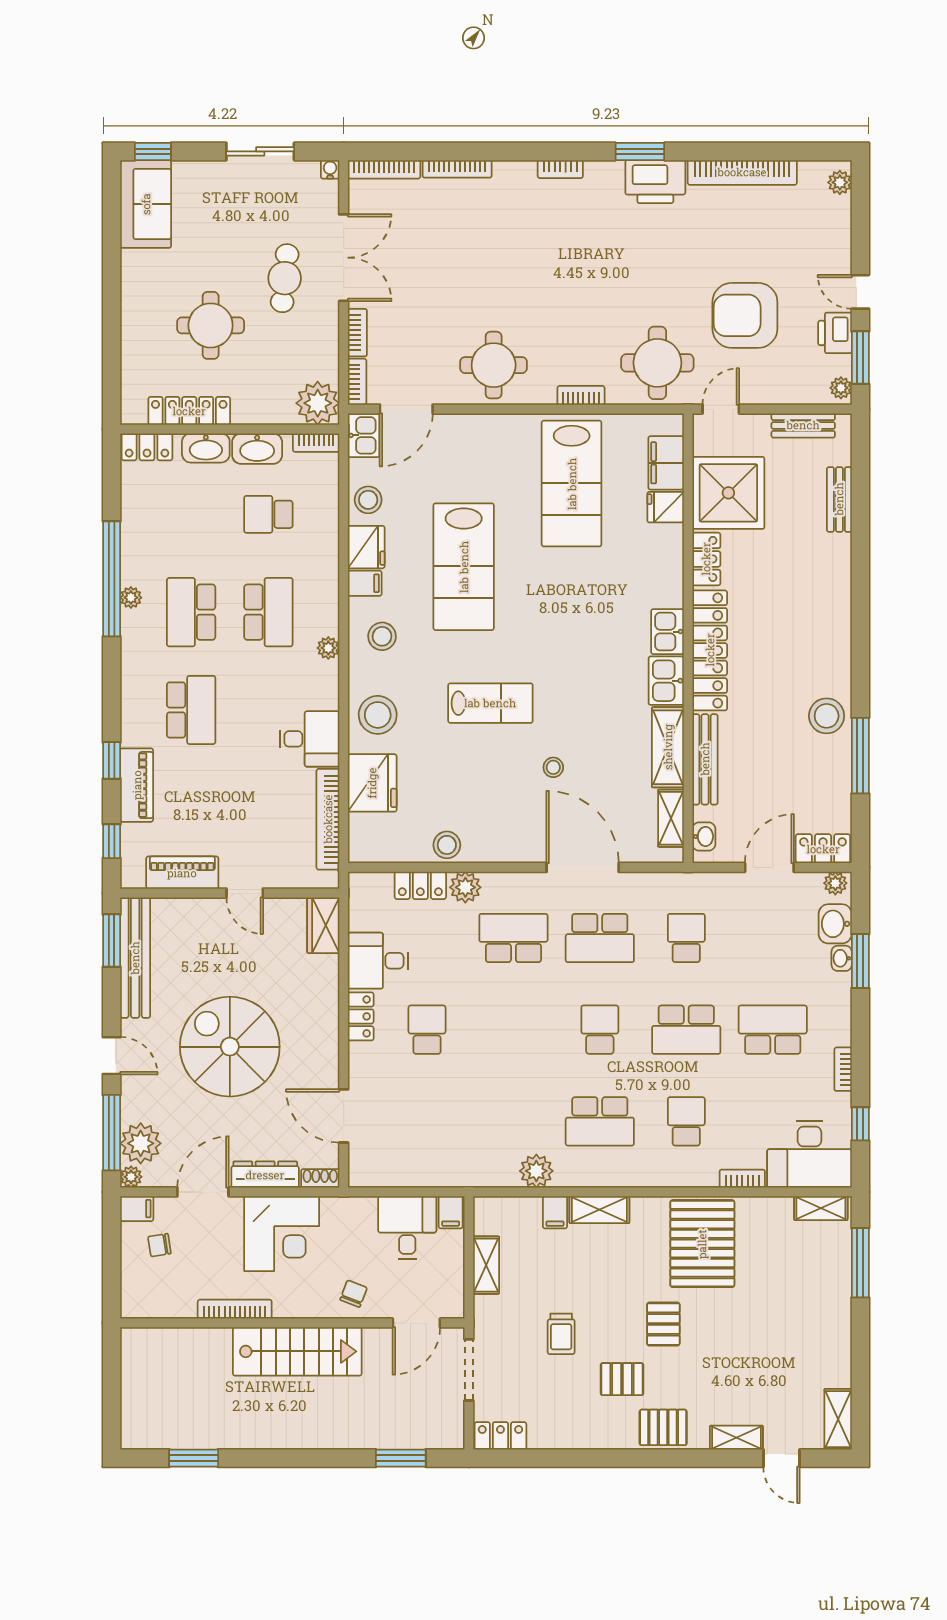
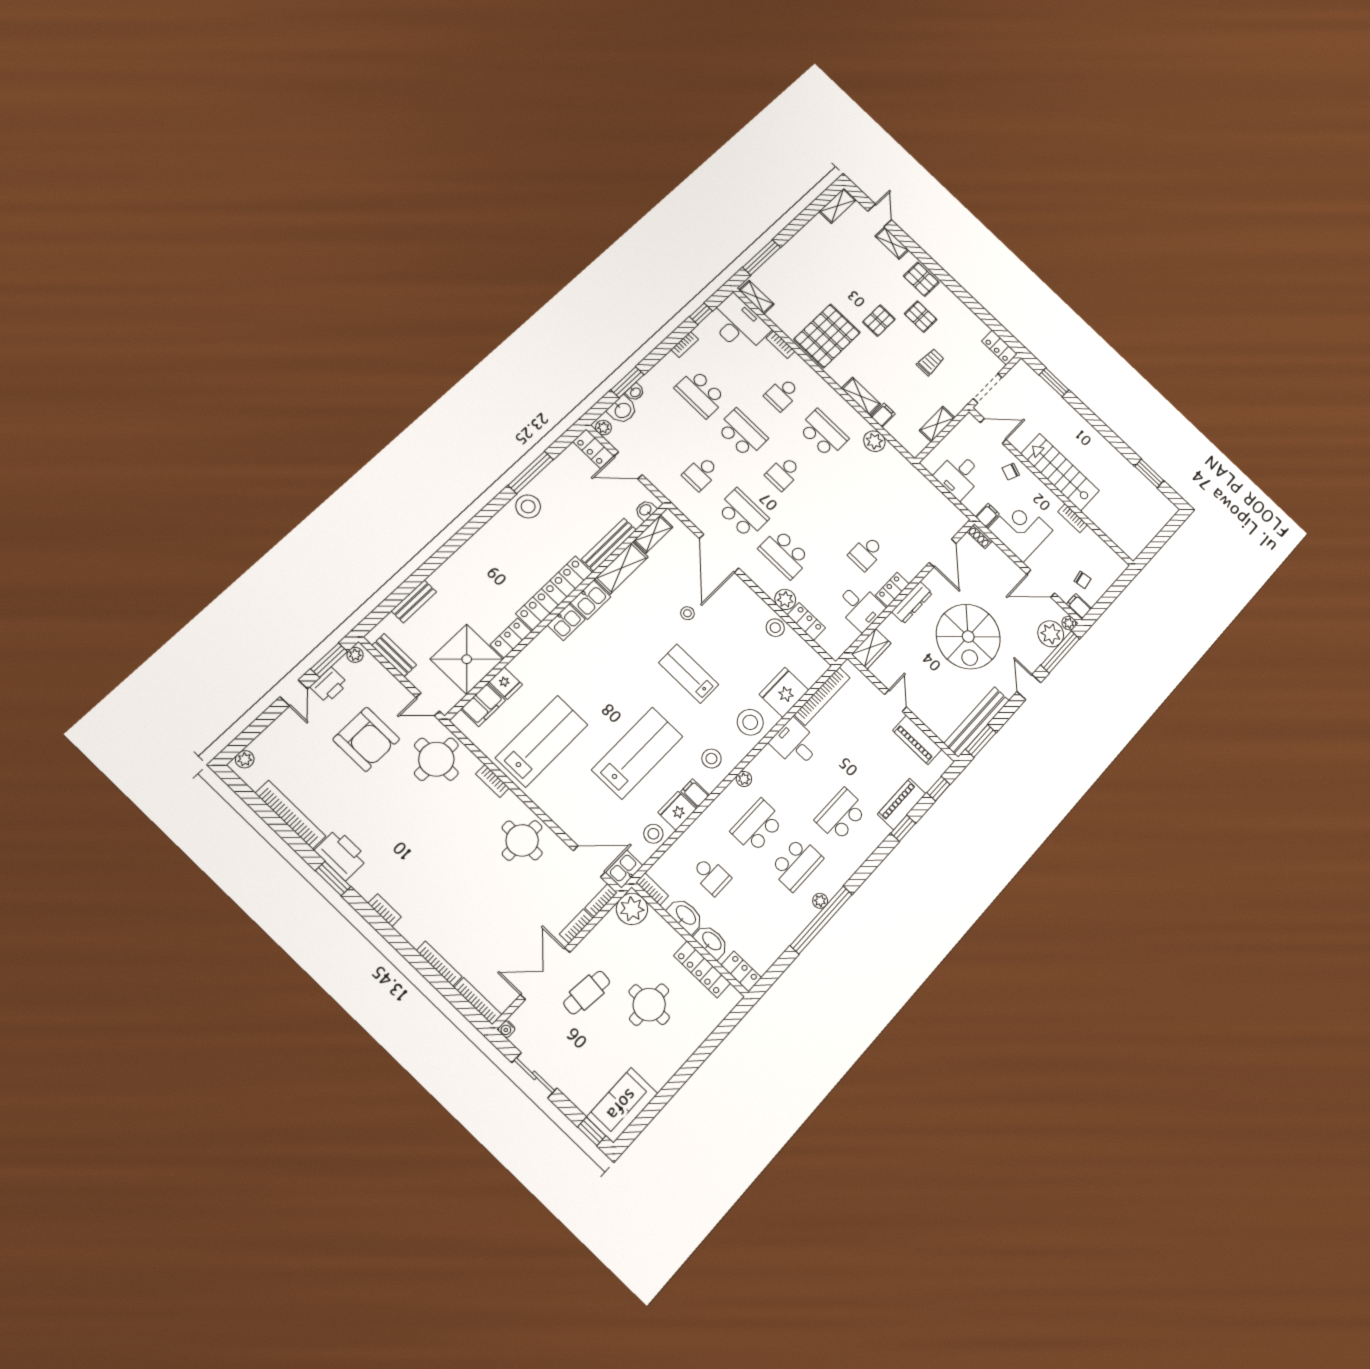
dresser: (265, 1175) -> (912, 602), moved, turned -90
filing cabinet: (451, 1212) -> (987, 515), moved
bookcase: (235, 1309) -> (1073, 518), width x0.64

